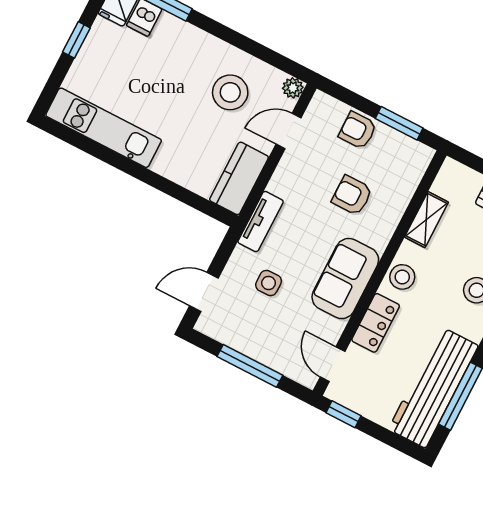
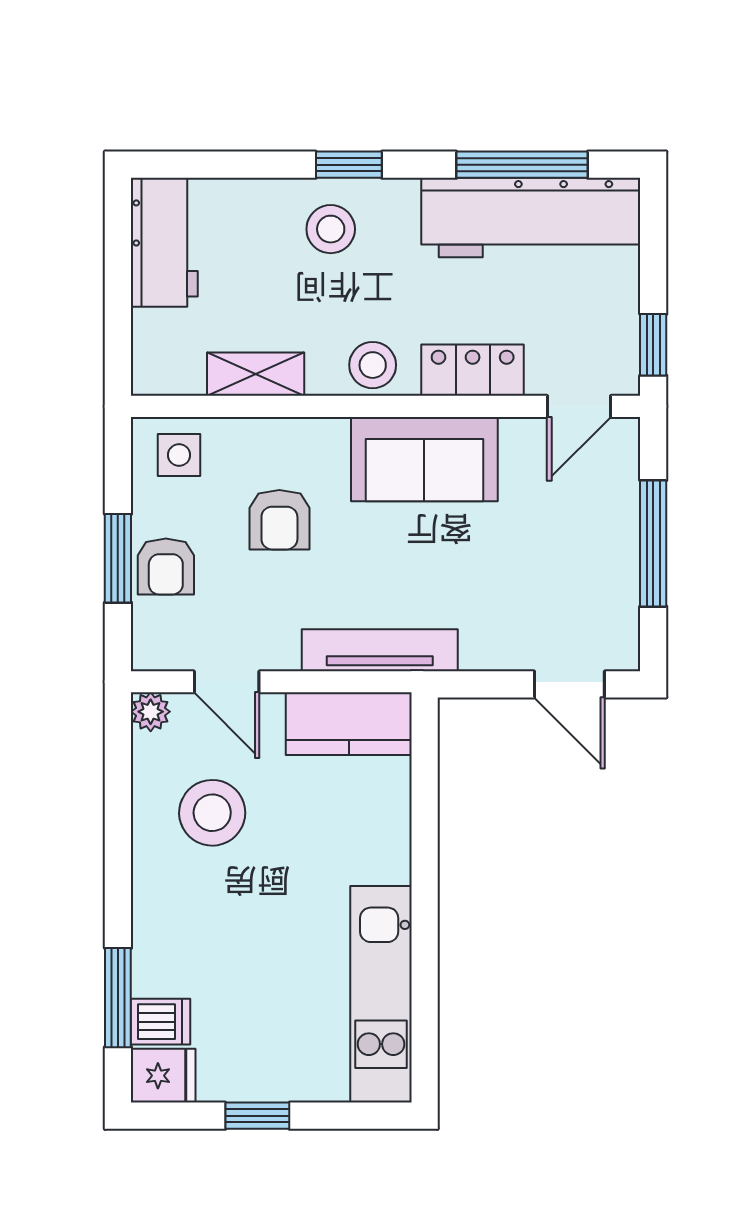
window: (399, 123) -> (118, 558), moved
tv unit: (261, 222) -> (380, 650), width x1.41
side table: (269, 283) -> (179, 455), moved

